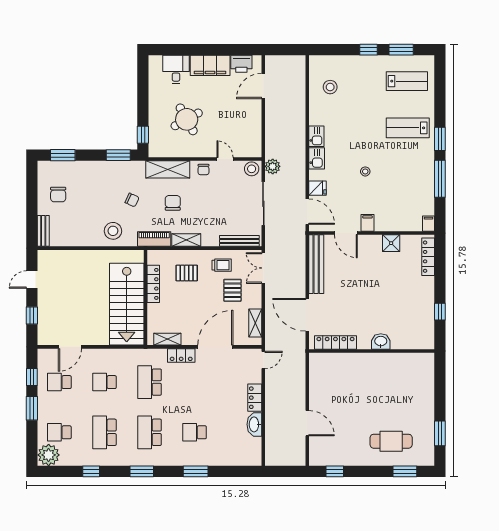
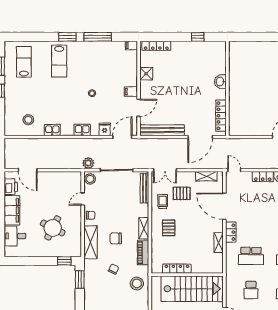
round table: (187, 119) -> (53, 228), turned -34
kitchen sink: (316, 136) -> (52, 130), moved
locker: (153, 284) -> (177, 269), moved
wall: (145, 298) -> (187, 275), moved
stairs: (127, 304) -> (192, 289), moved

